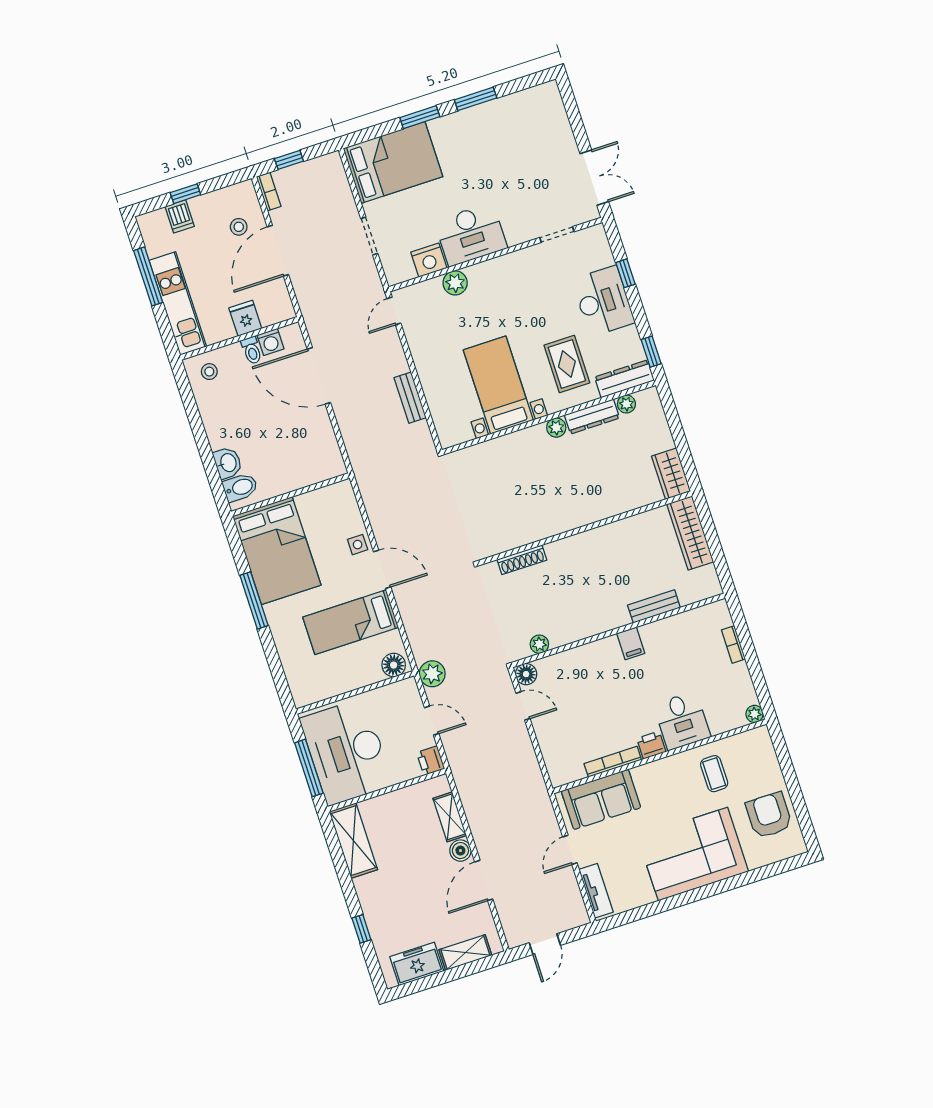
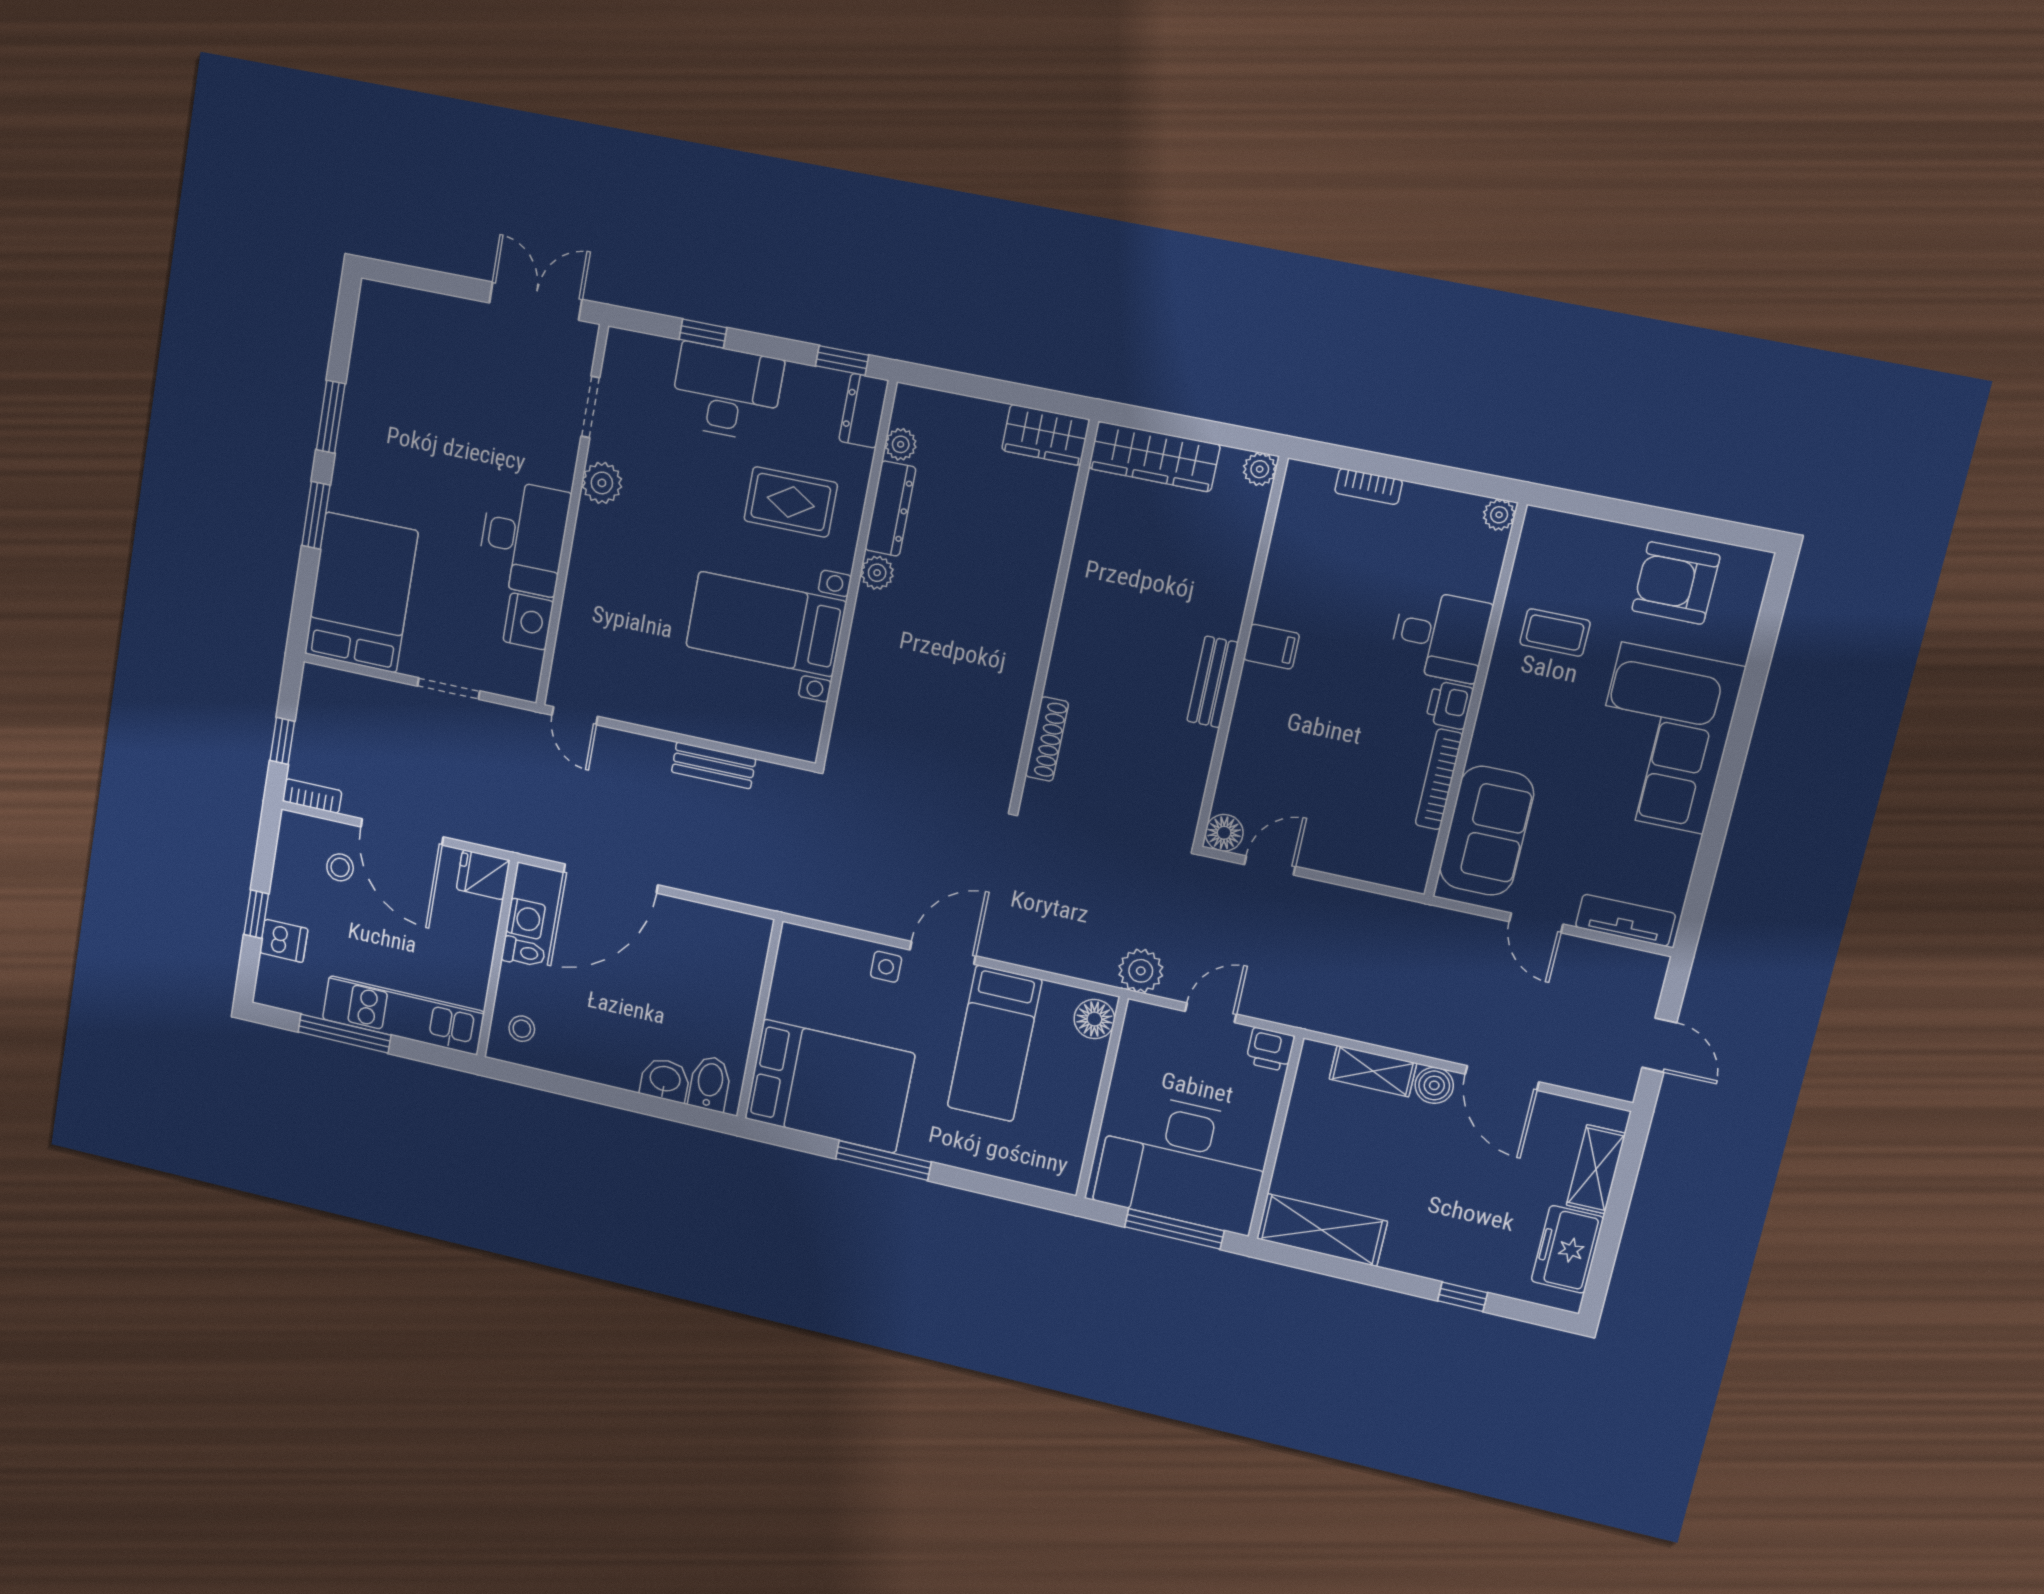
plant: (455, 283) -> (602, 483), moved
fridge: (245, 318) -> (483, 875), moved
dresser: (624, 379) -> (864, 411), width x0.70
bench: (654, 606) -> (1213, 682), moved
plant: (539, 644) -> (1260, 469), moved

